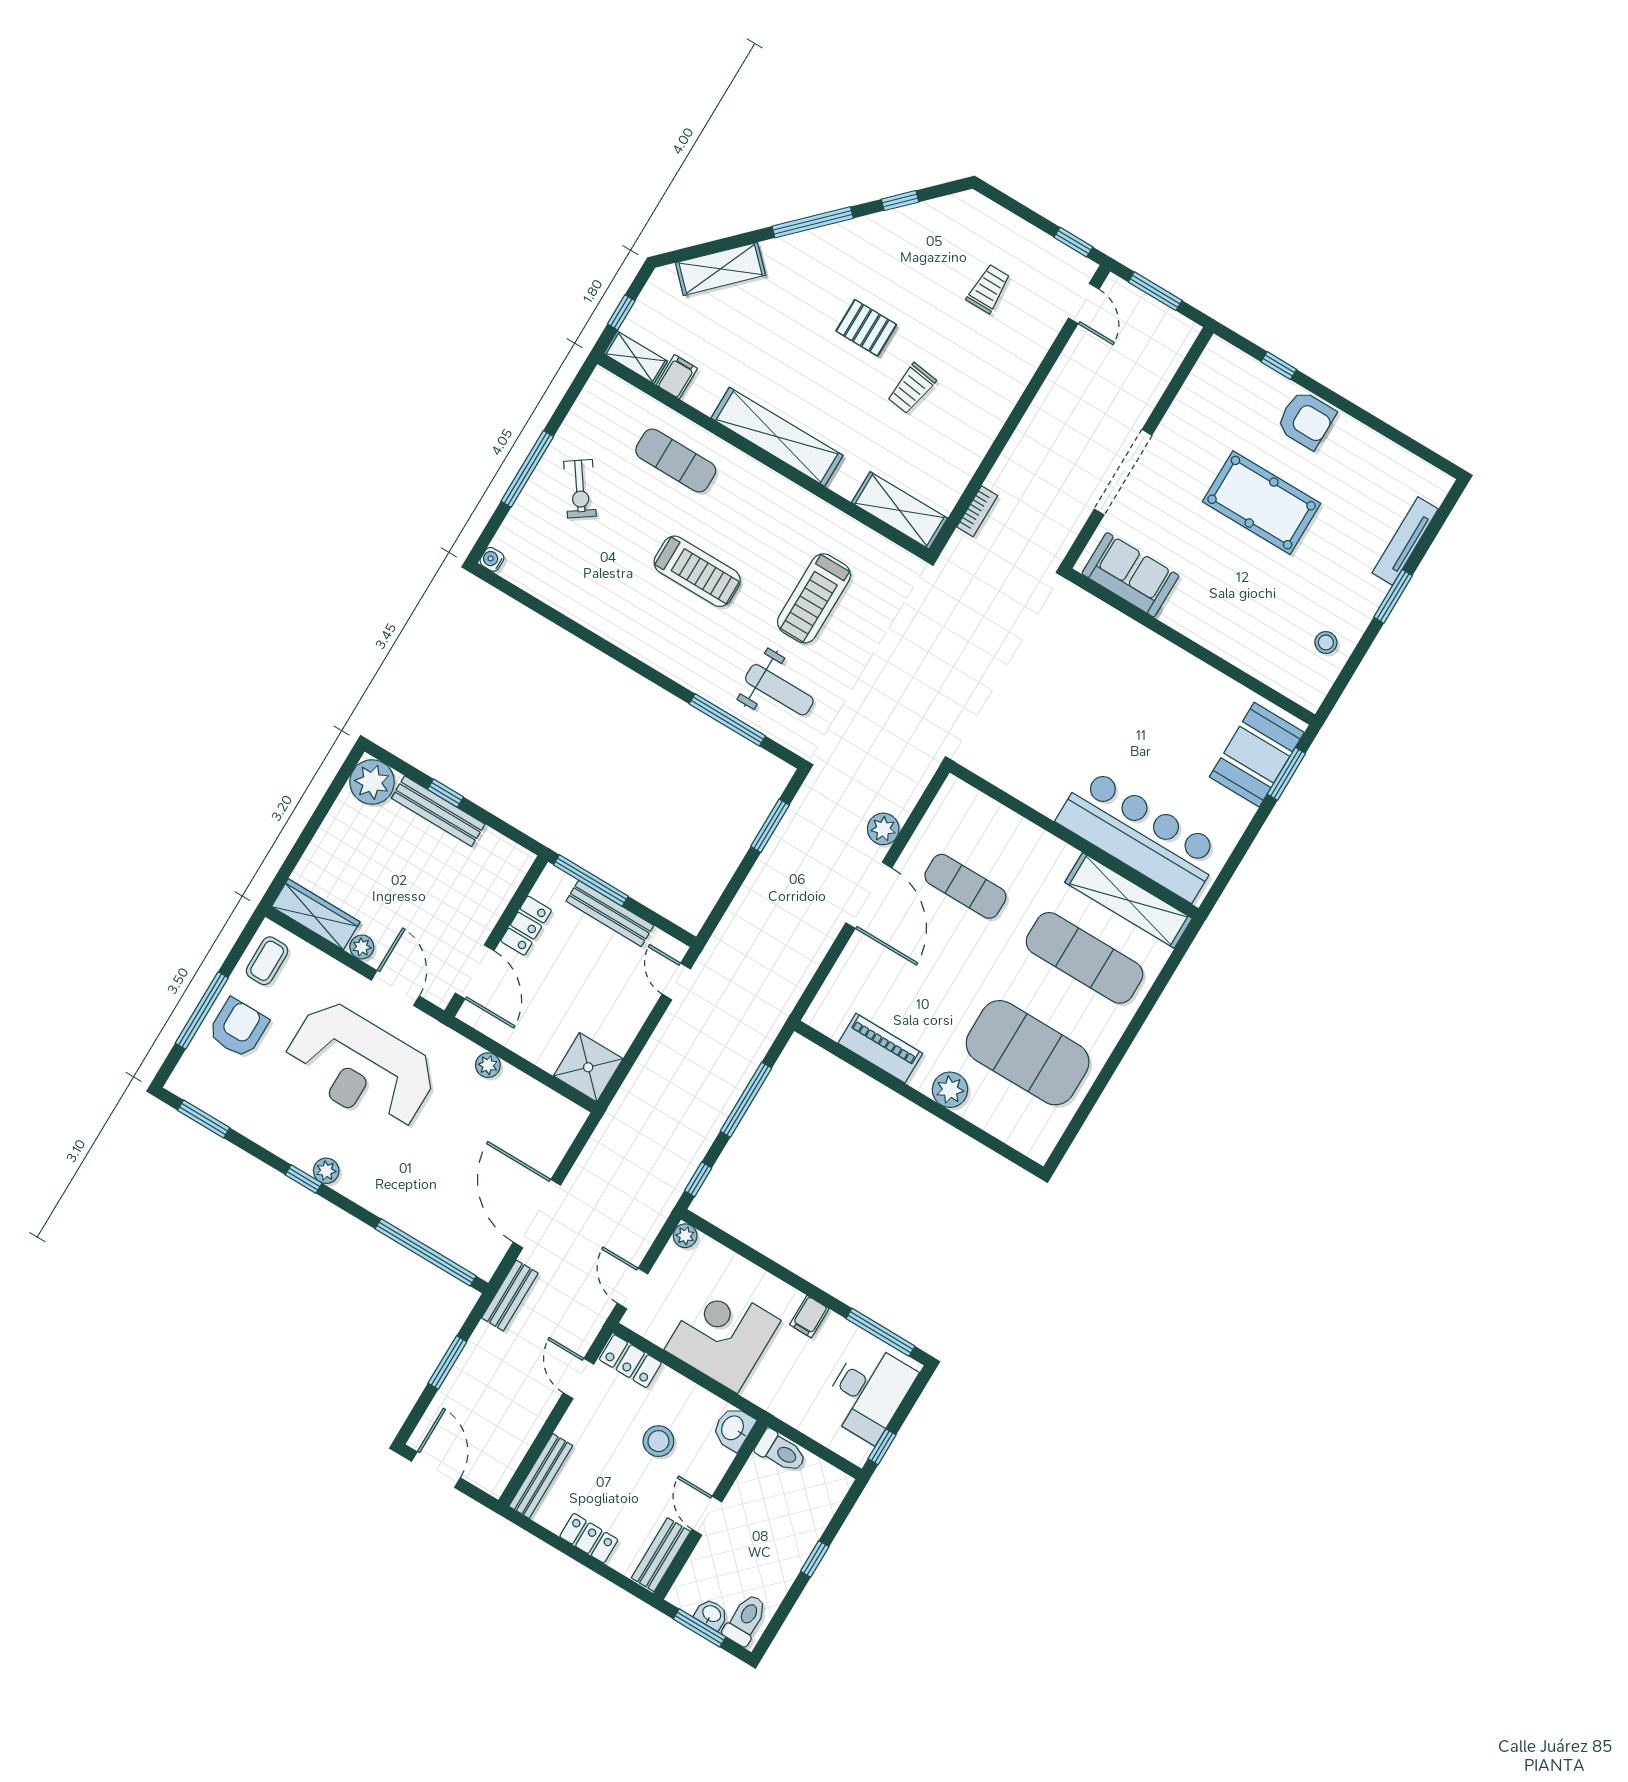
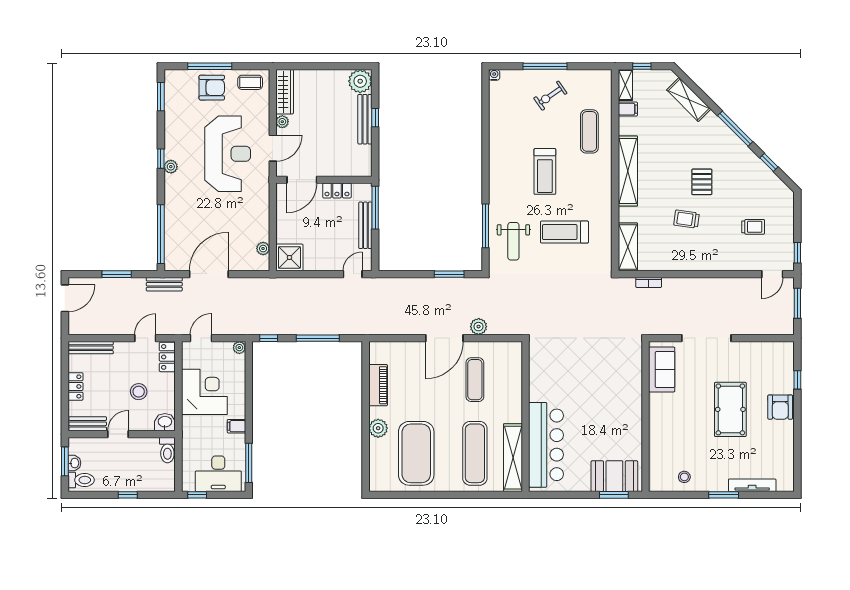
plant: (488, 1065) -> (263, 249), moved
reception desk: (360, 1067) -> (228, 154), turned 180

